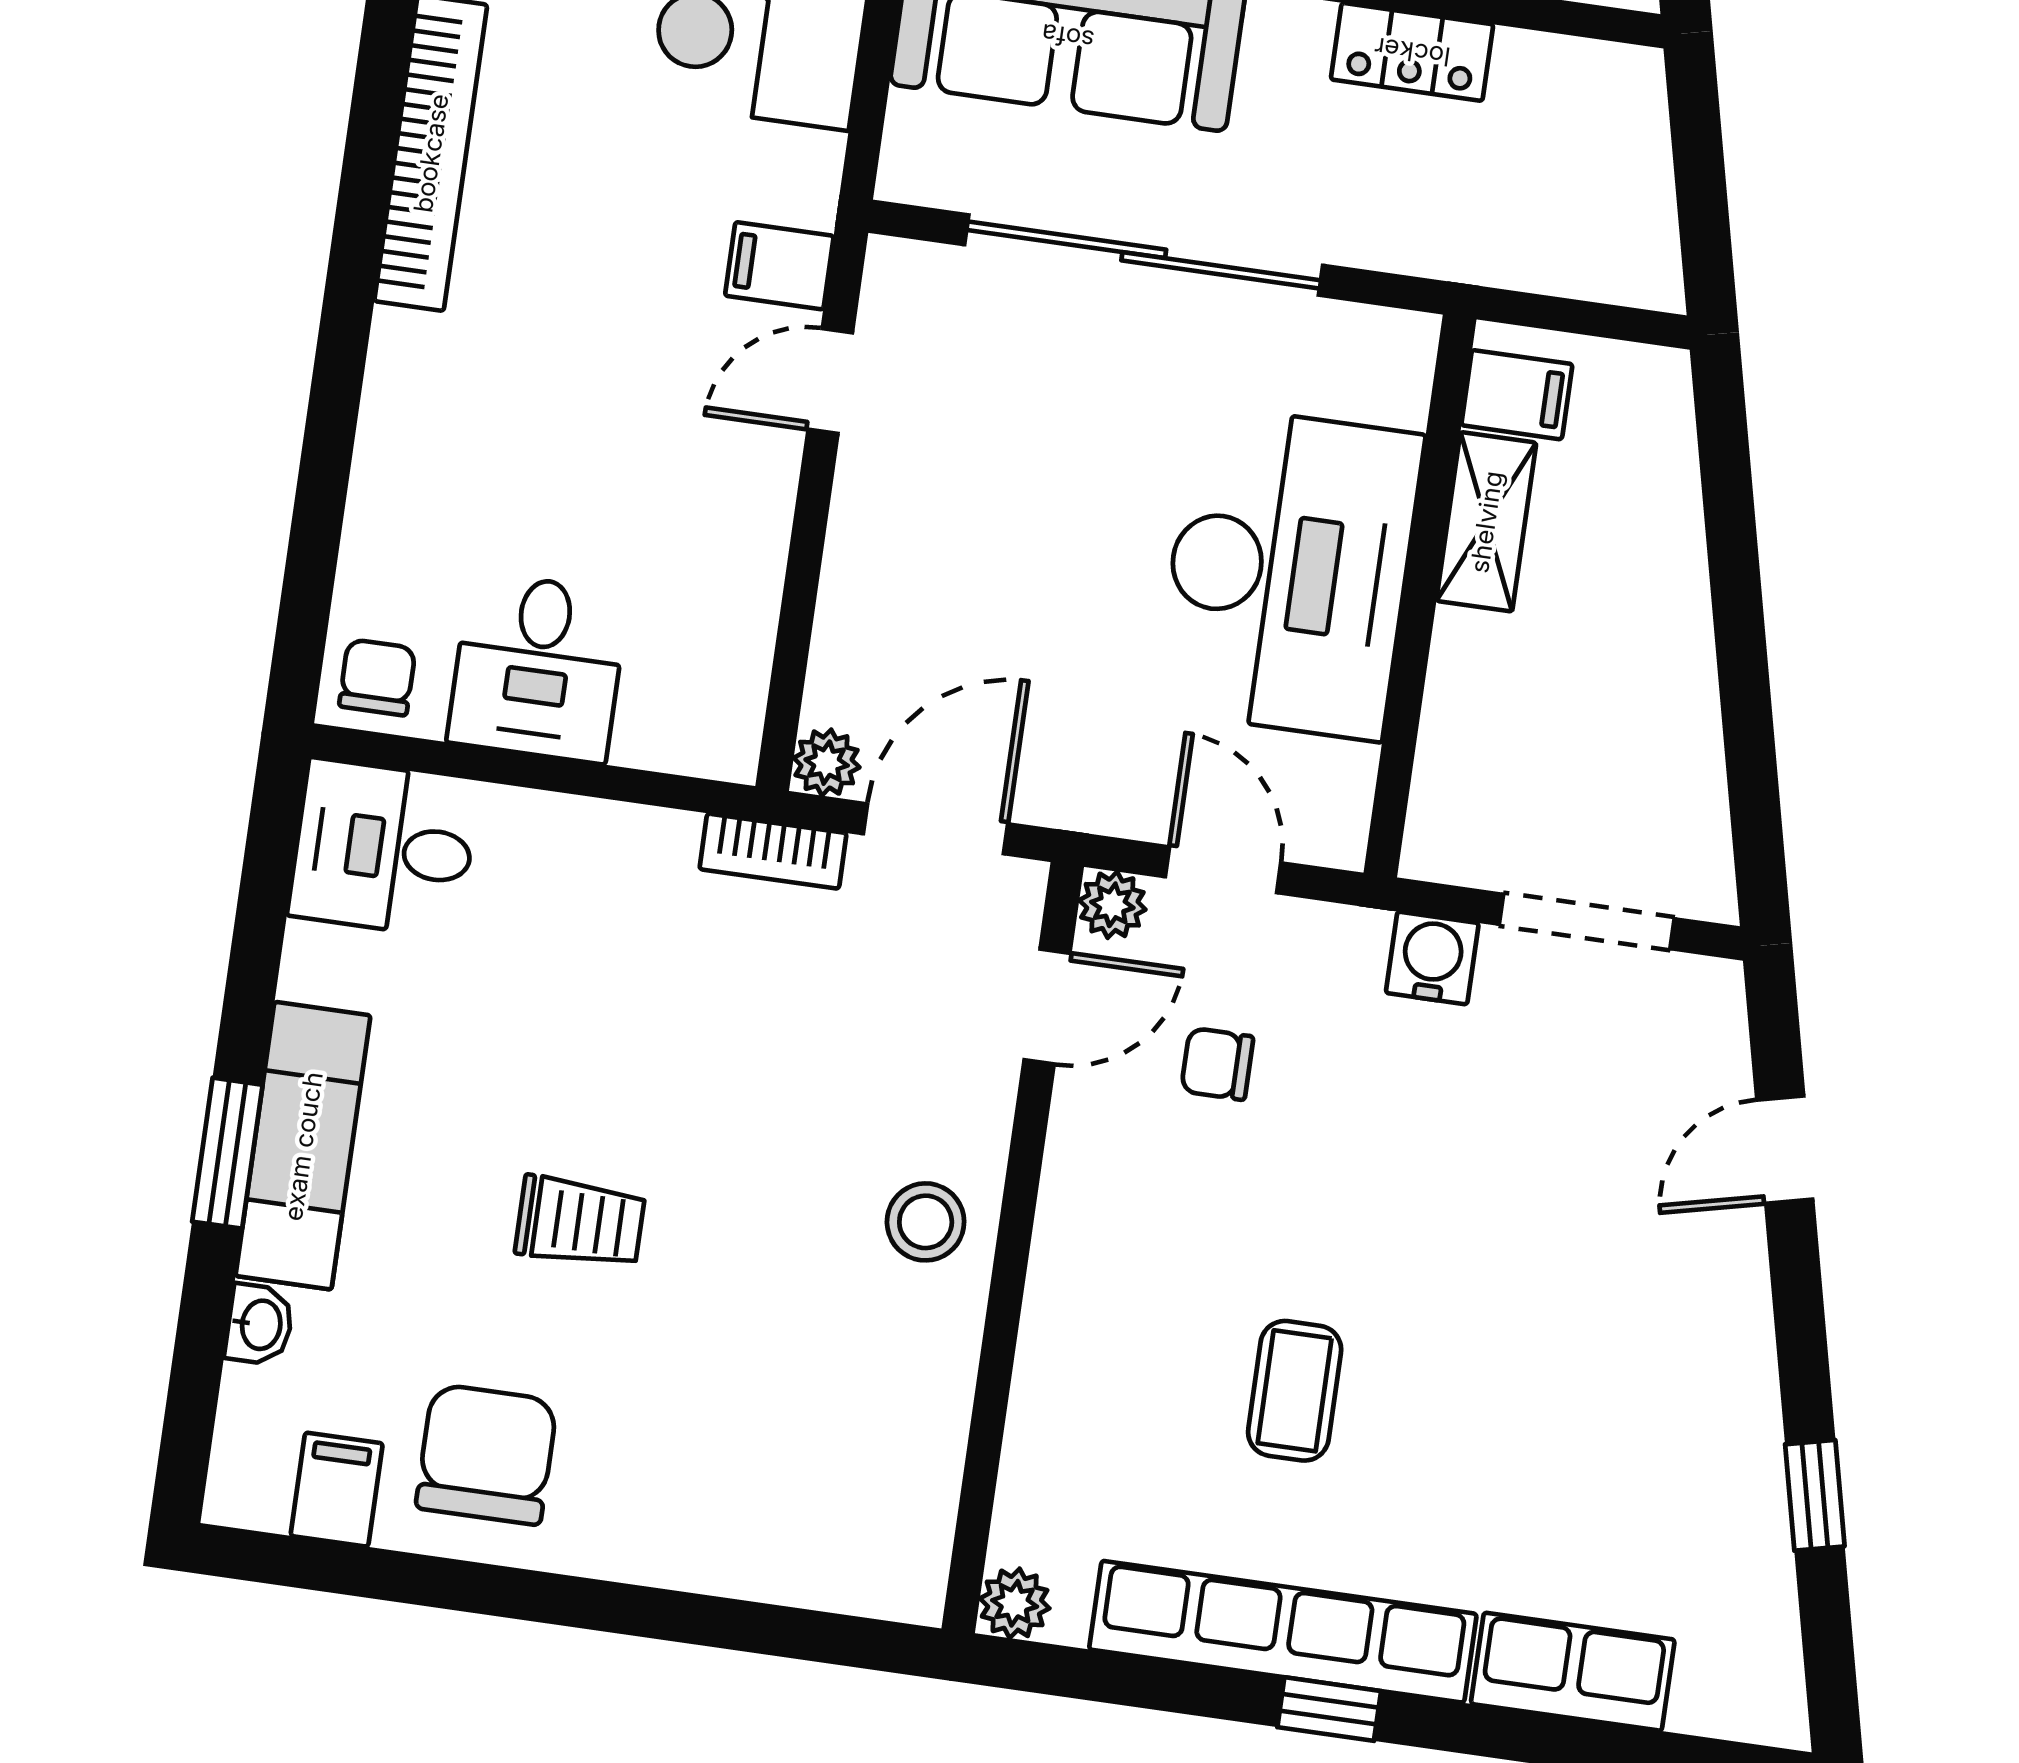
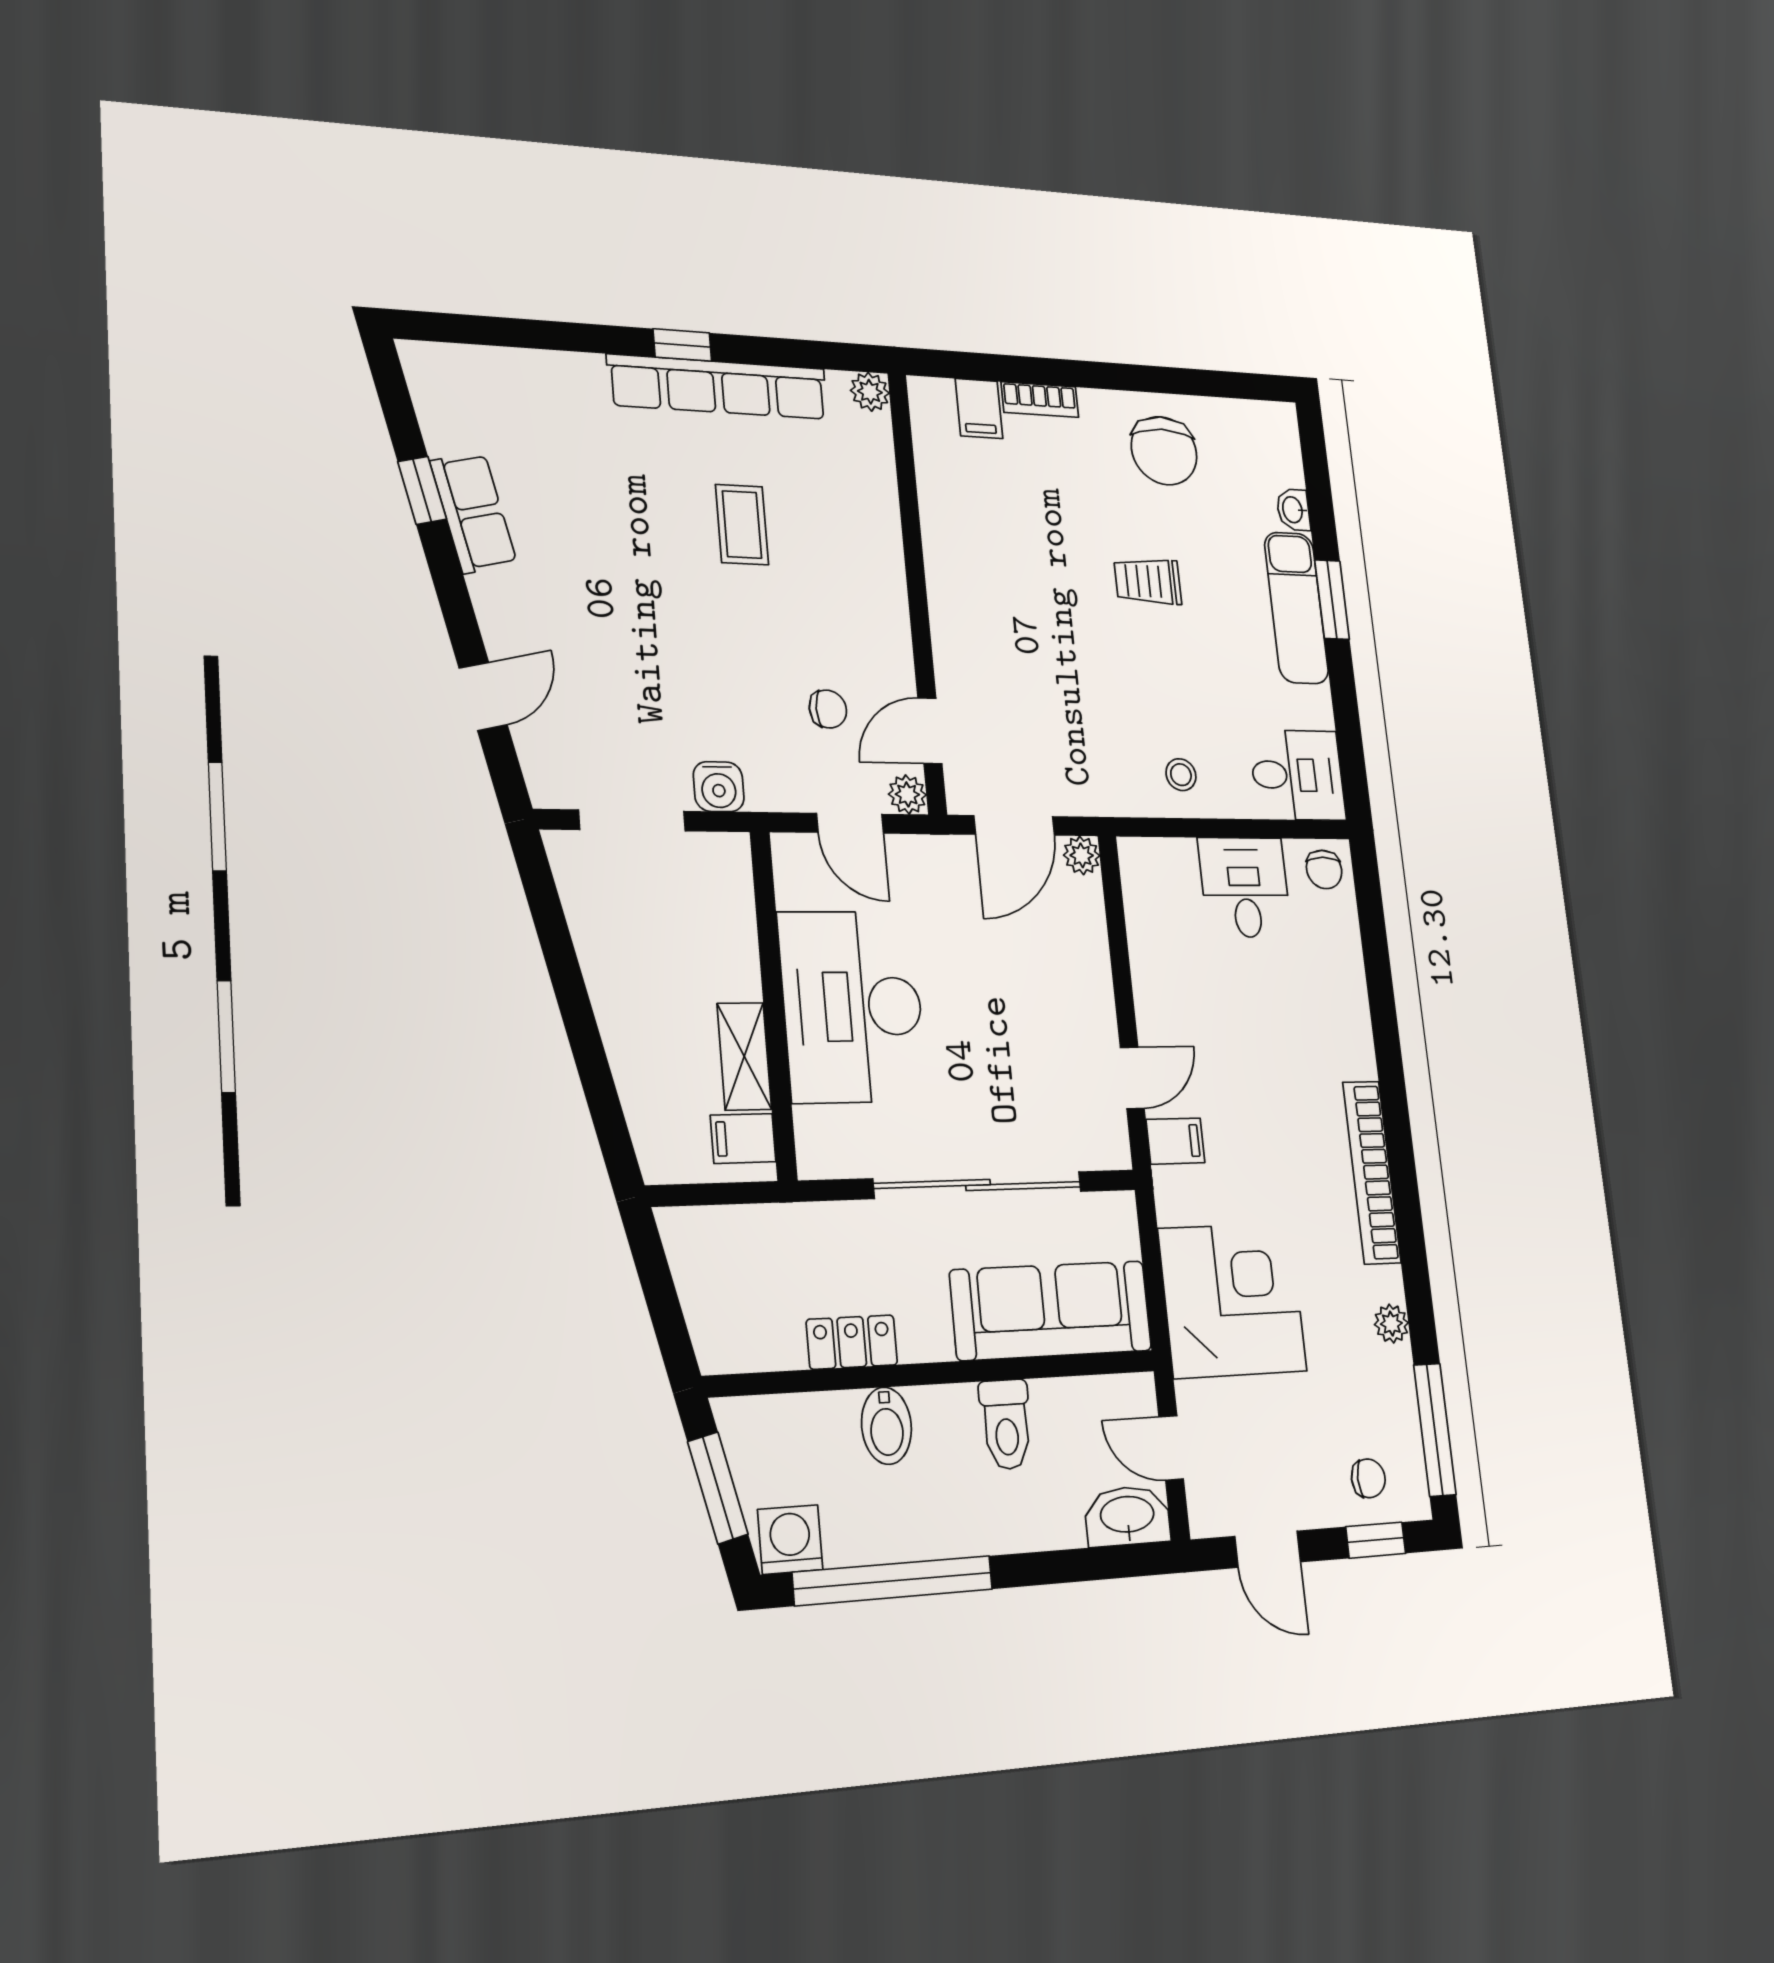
bookcase: (773, 851) -> (1040, 400), moved, turned 180
stool: (926, 1222) -> (1181, 775), moved, width x0.73, depth x0.73
filing cabinet: (337, 1490) -> (979, 409), moved
row of seats: (1573, 1672) -> (474, 513), moved, turned -103

